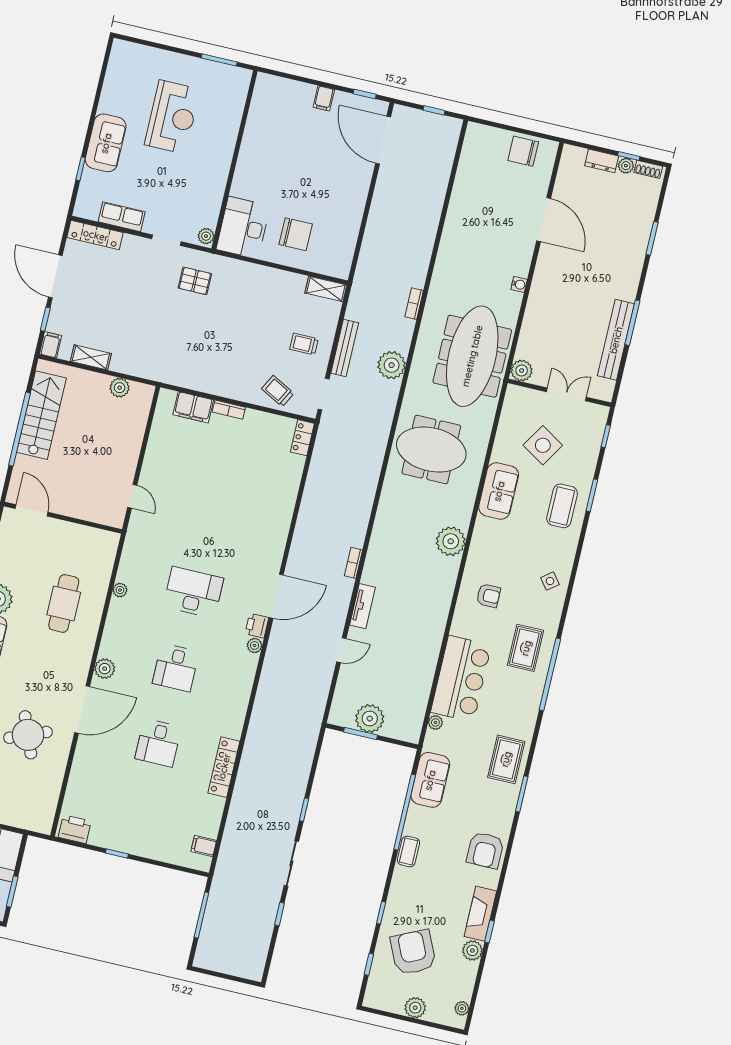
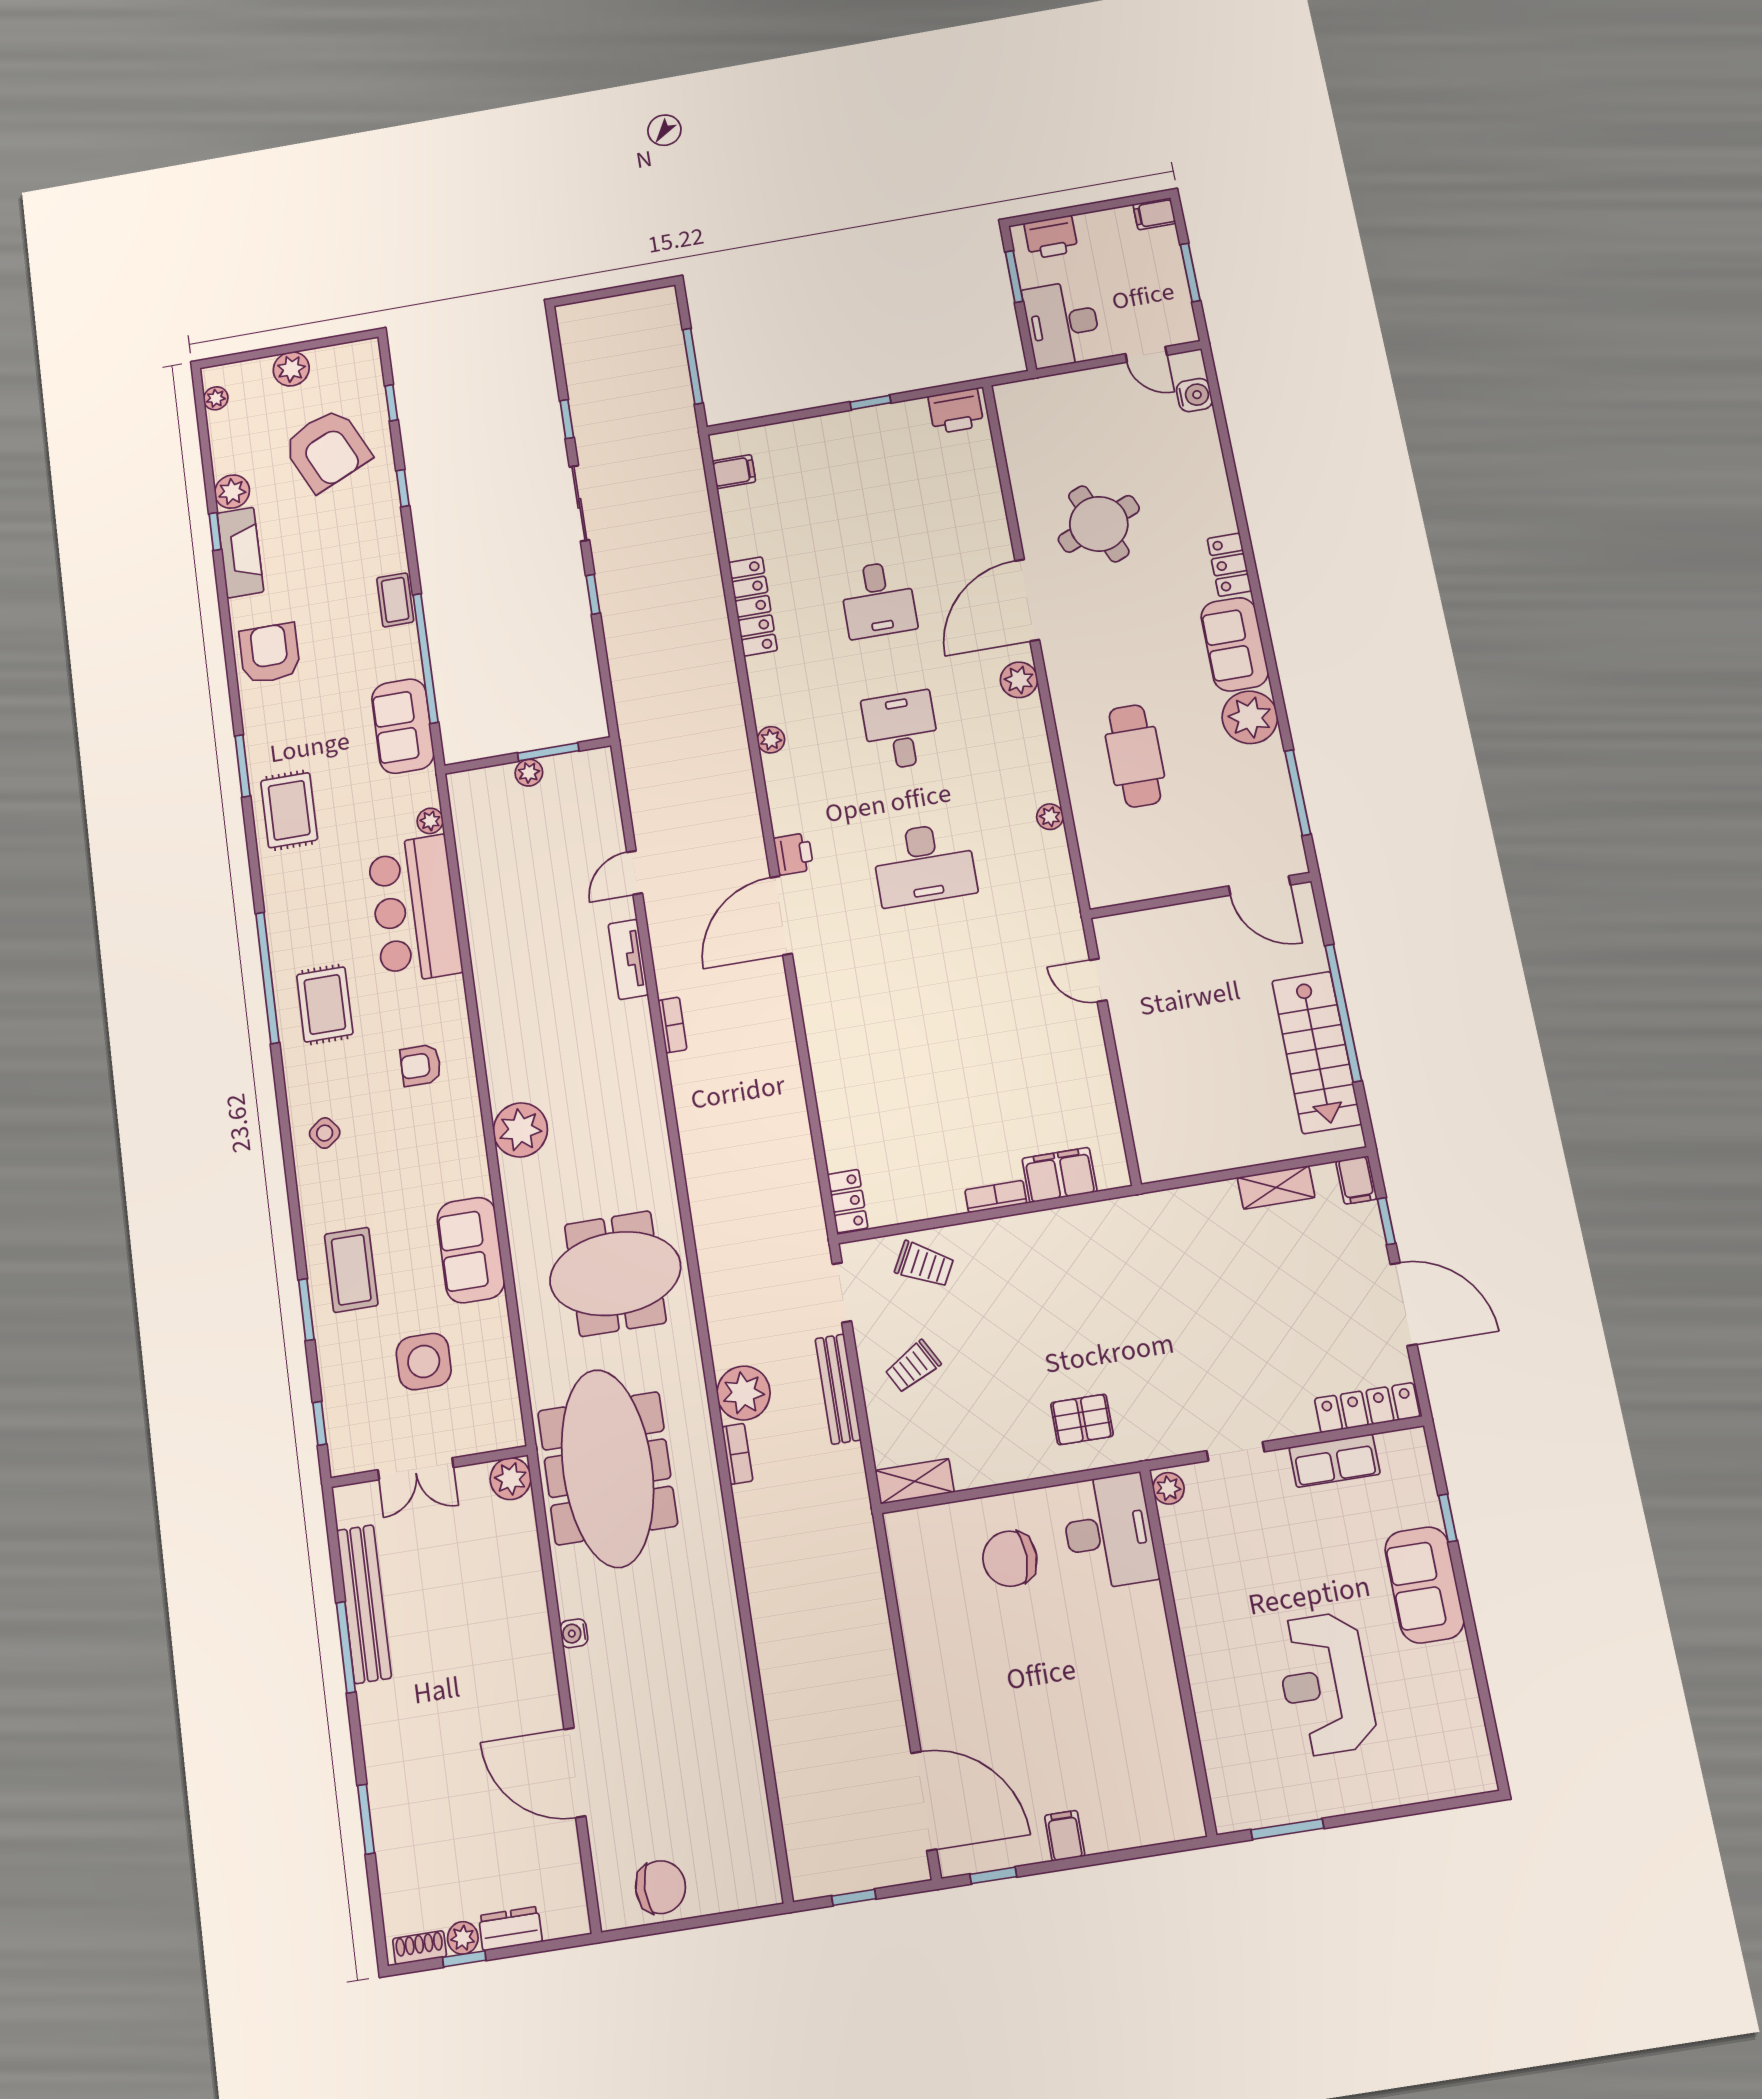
pallet: (195, 281) -> (1082, 1419), moved
bookcase: (414, 304) -> (737, 1454), moved
trolley: (304, 344) -> (913, 1366), turned 151
plant: (120, 388) -> (1202, 1156), removed
side table: (543, 445) -> (424, 1361), turned -32
plant: (255, 645) -> (771, 740), moved
plant: (370, 719) -> (529, 773), width x0.53, depth x0.53
desk: (158, 743) -> (878, 600), turned 180

